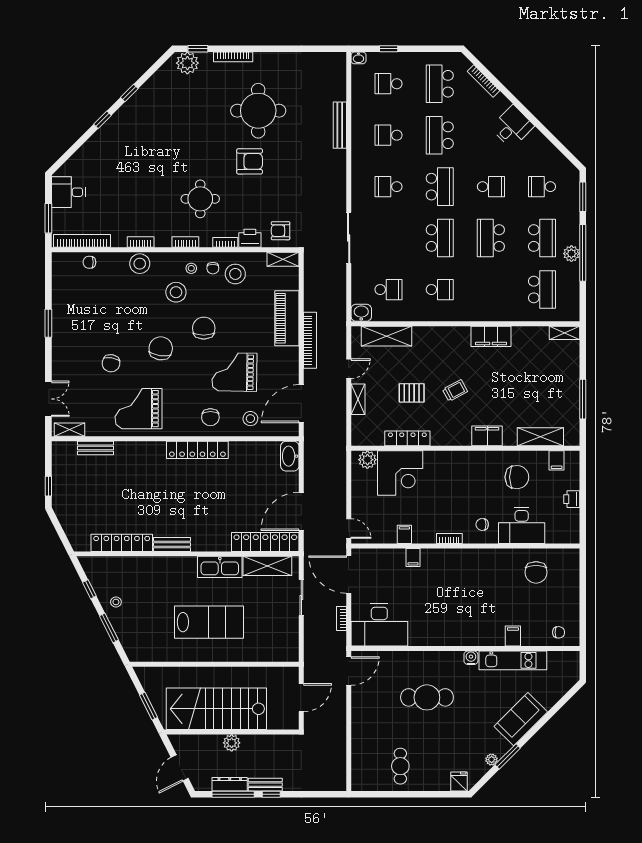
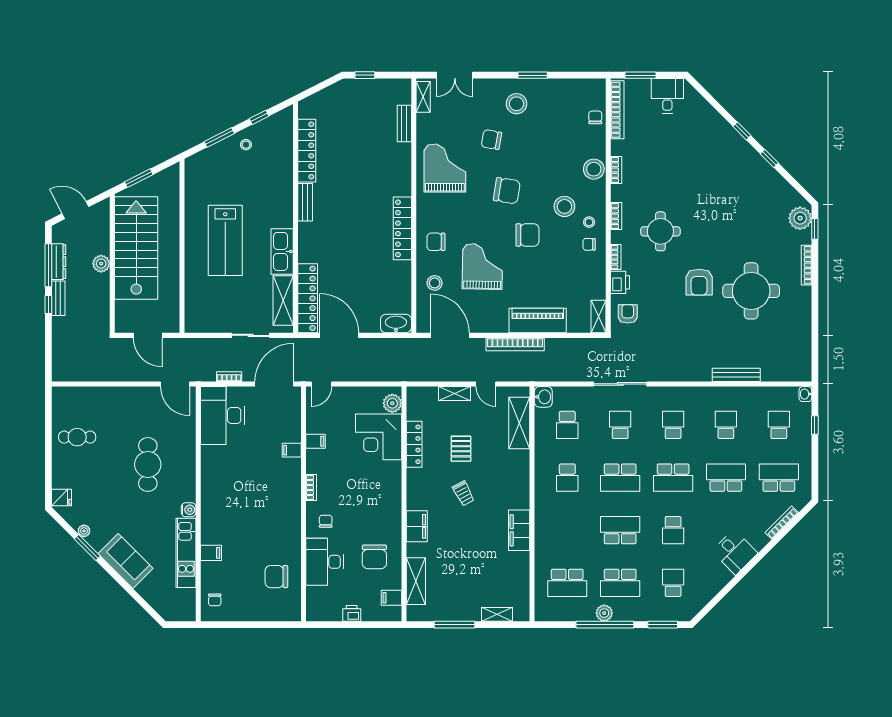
school desk: (388, 238) -> (620, 425), added
stool: (235, 274) -> (517, 104), moved
shelving: (564, 333) -> (497, 614), moved, turned 90

